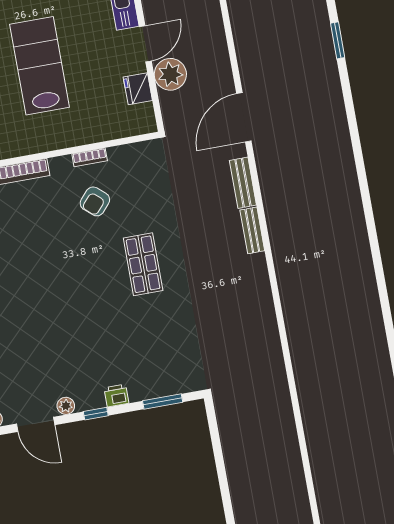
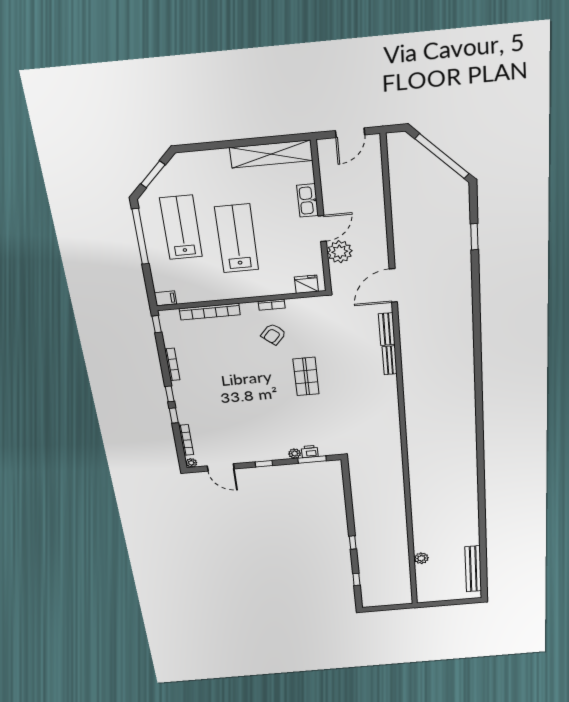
fridge: (138, 89) -> (306, 284), moved, turned 90
printer: (116, 396) -> (310, 452), moved
plant: (66, 406) -> (295, 454), moved

